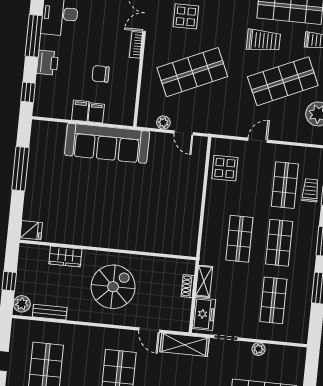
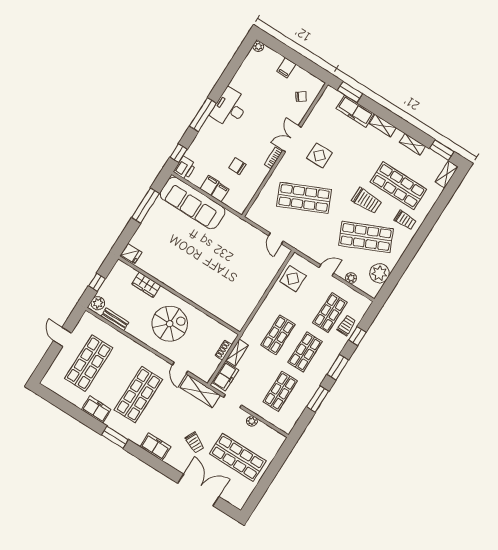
printer: (47, 63) -> (185, 168), moved
plant: (163, 123) -> (351, 278), moved
sofa: (107, 143) -> (193, 203), moved

